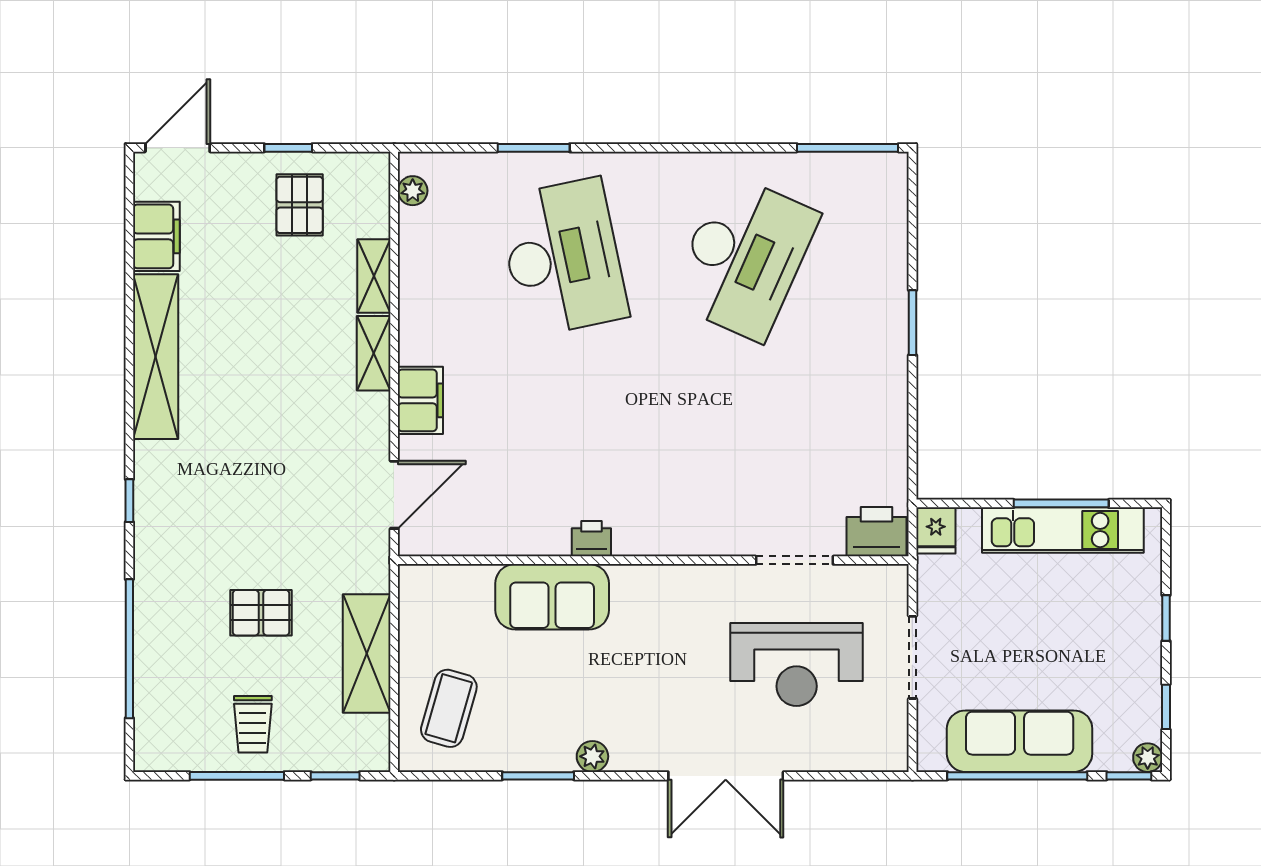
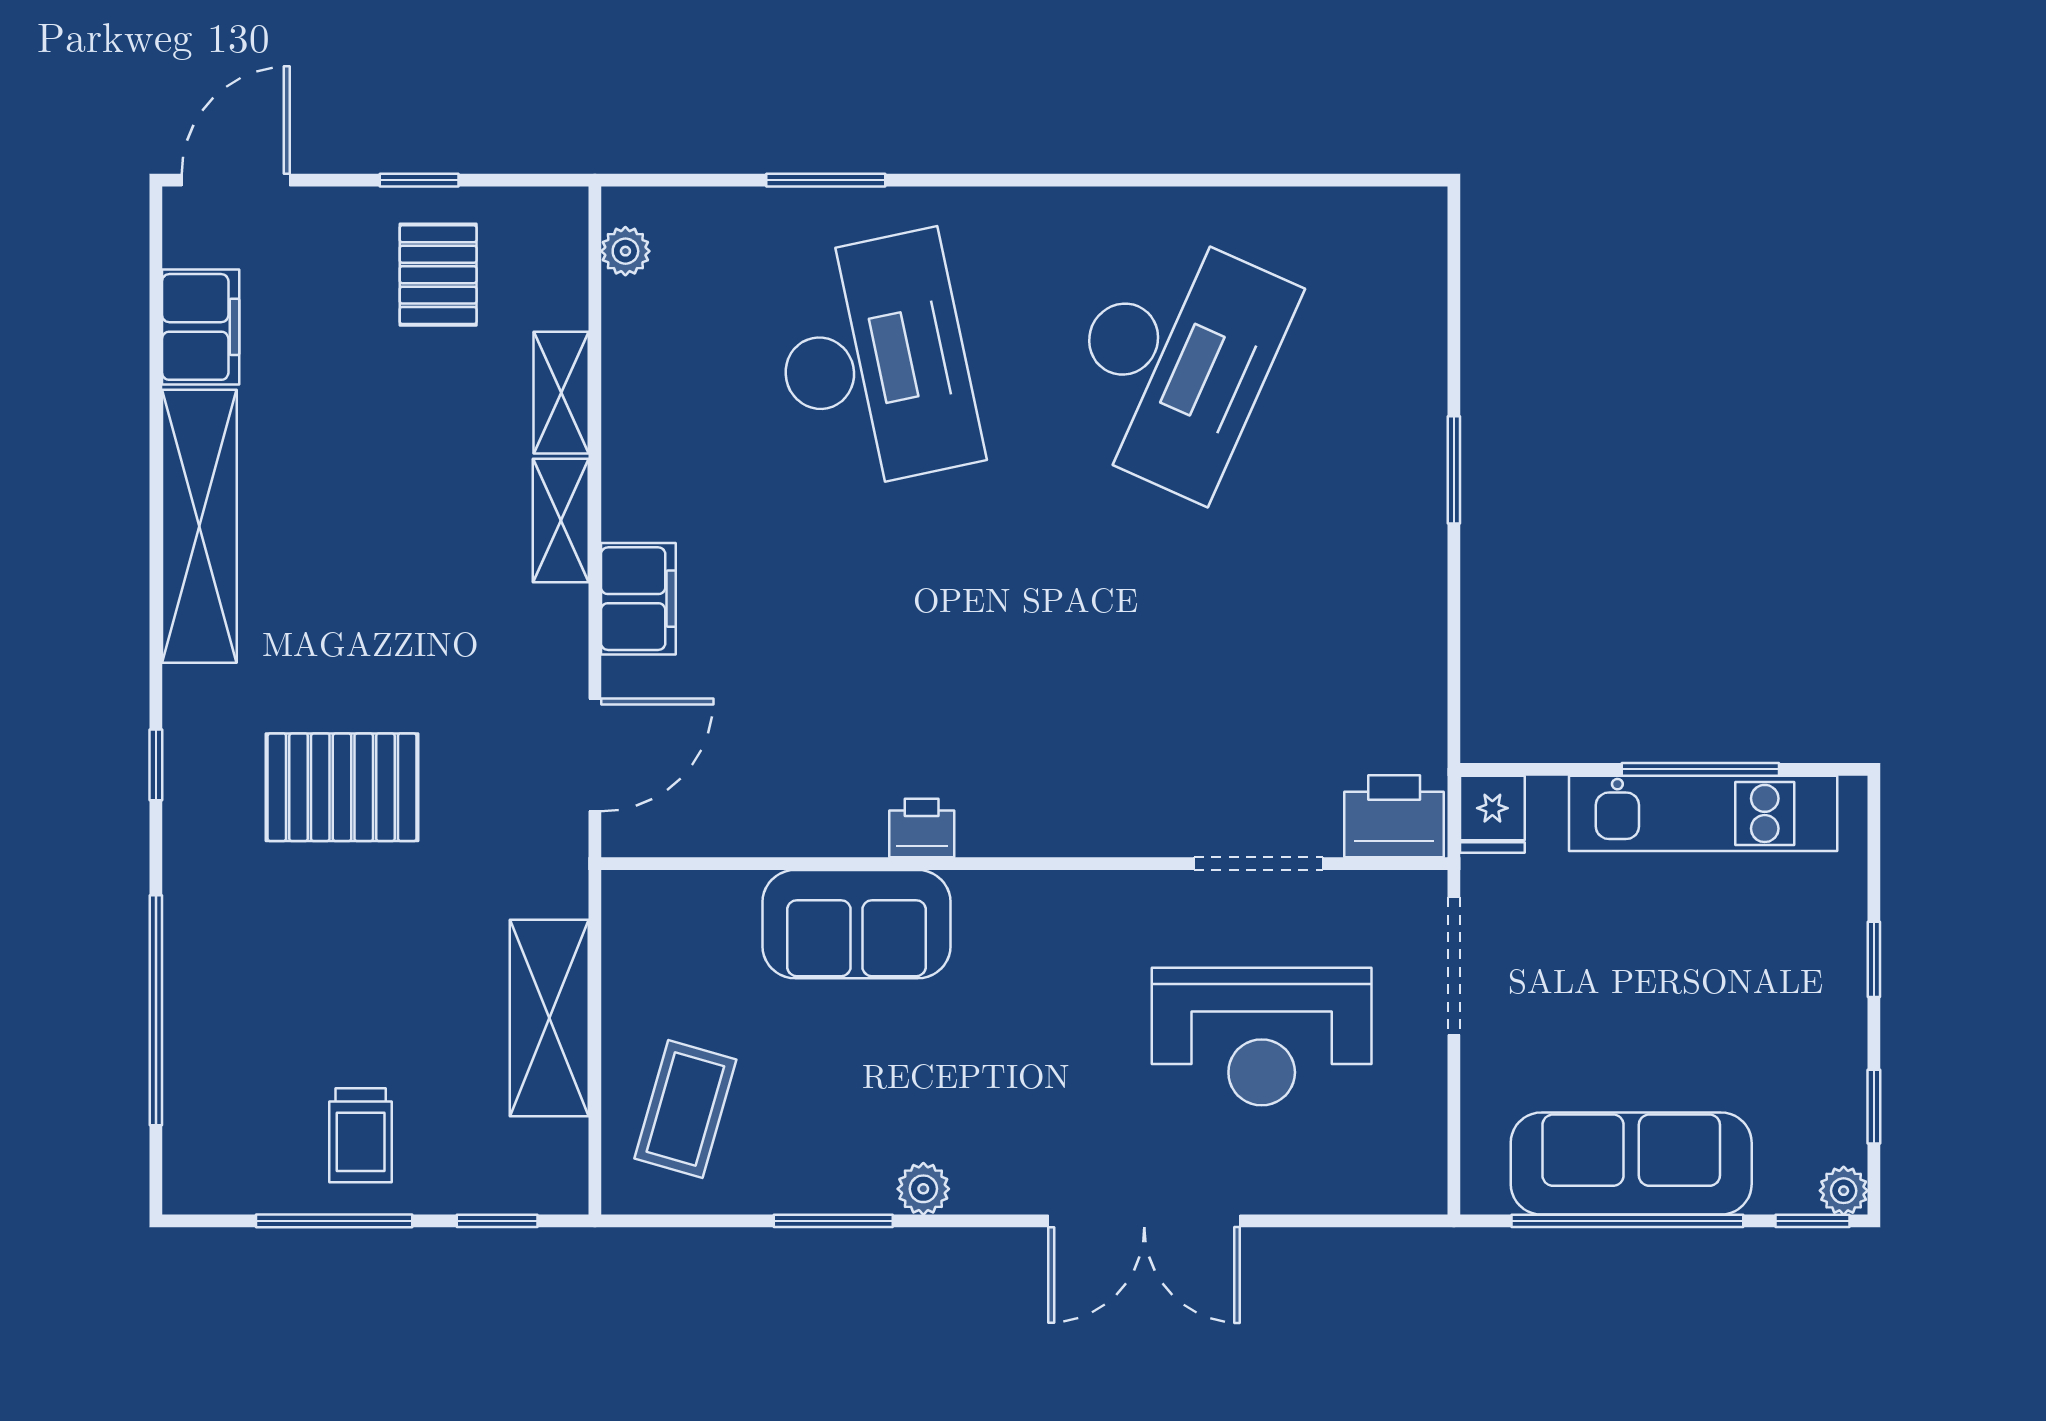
window: (848, 148) -> (1346, 180), removed
pallet: (261, 613) -> (342, 787), moved, width x1.50, depth x1.42
doorway: (912, 657) -> (1454, 966), moved

